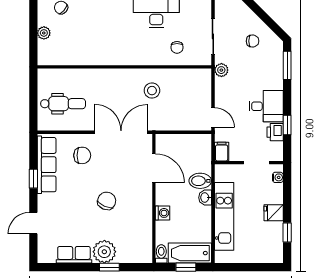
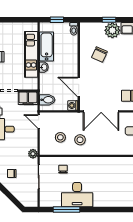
stool: (181, 94) -> (60, 137), added
filing cabinet: (222, 152) -> (28, 98), width x2.00
bidet: (200, 181) -> (47, 100), moved
chair: (107, 201) -> (99, 55), moved
washing machine: (163, 213) -> (73, 105), moved
bathtub: (190, 253) -> (47, 46), moved, turned -90

